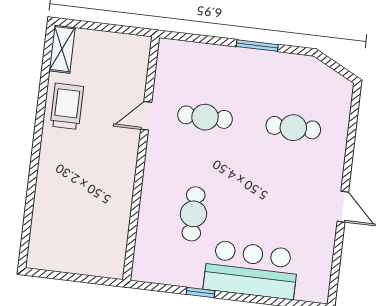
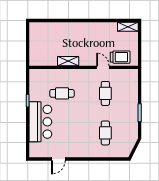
trolley: (67, 106) -> (120, 57), moved
shelving: (123, 192) -> (68, 61), added
door: (343, 207) -> (58, 159), moved

